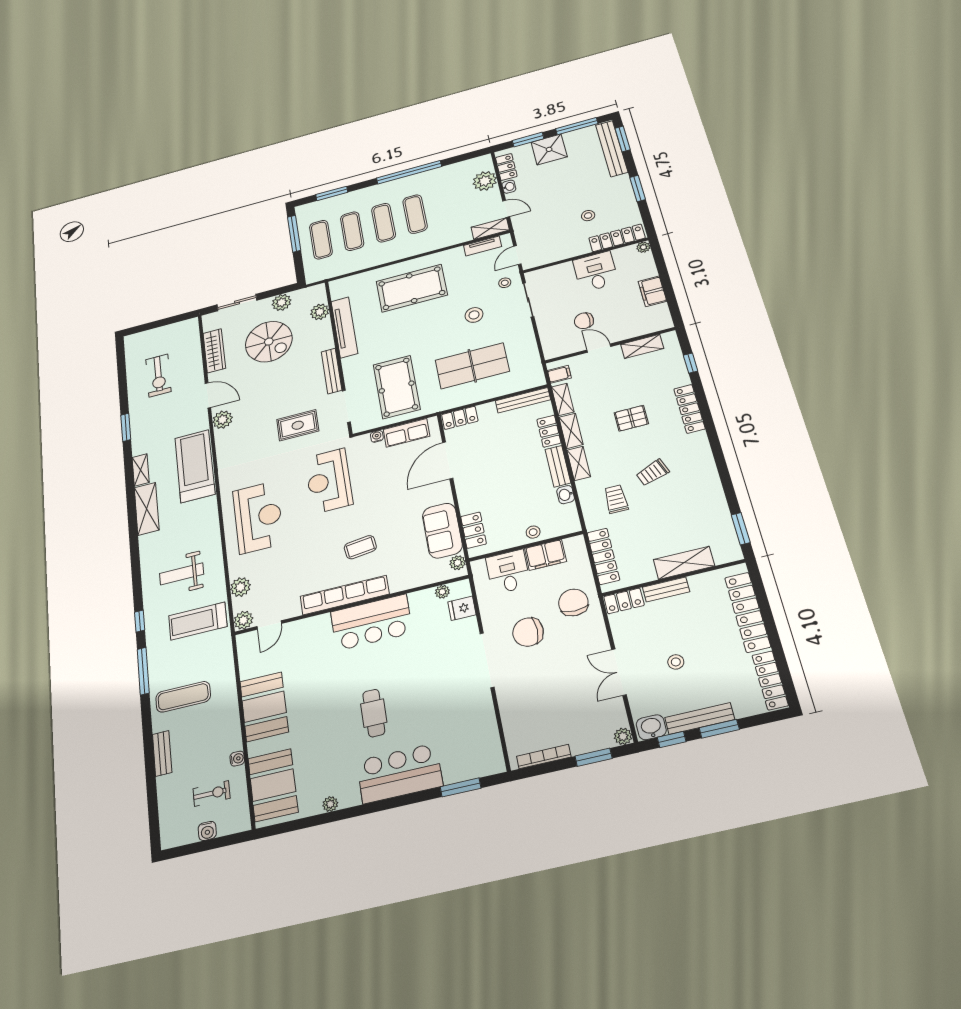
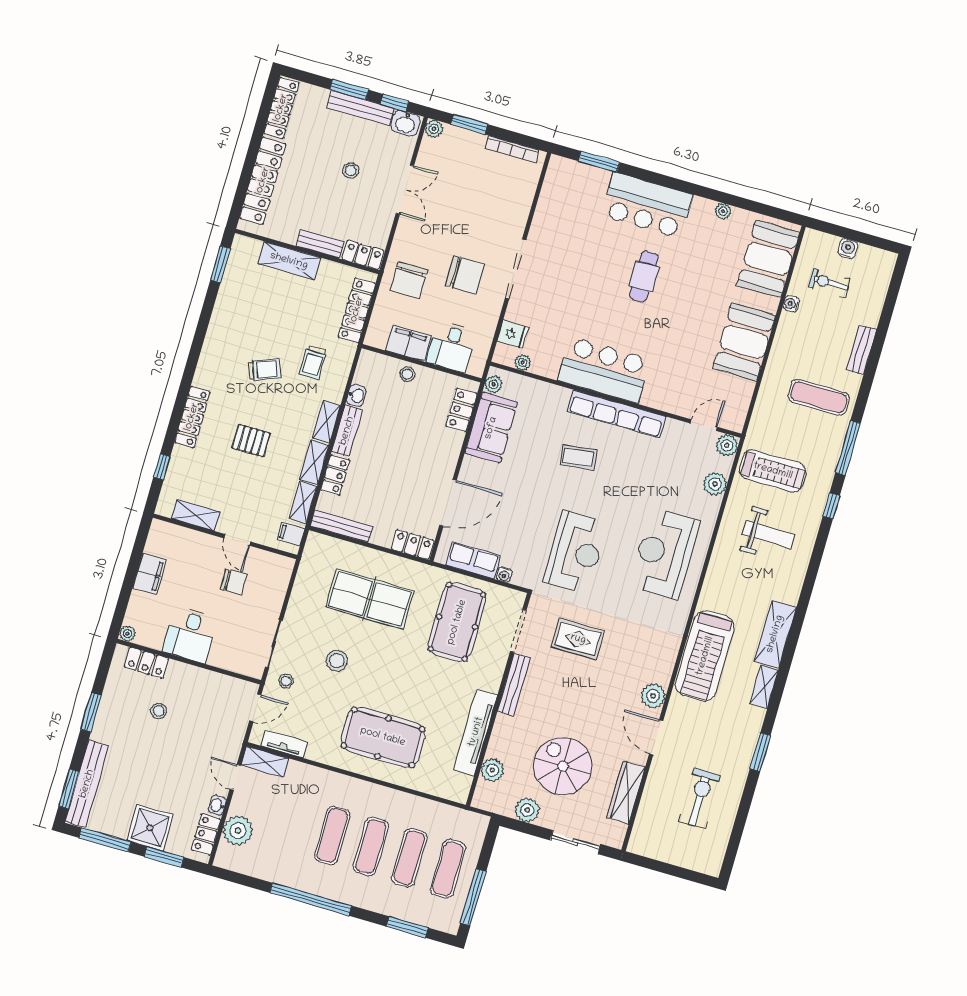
locker: (617, 238) -> (146, 663), width x0.66

